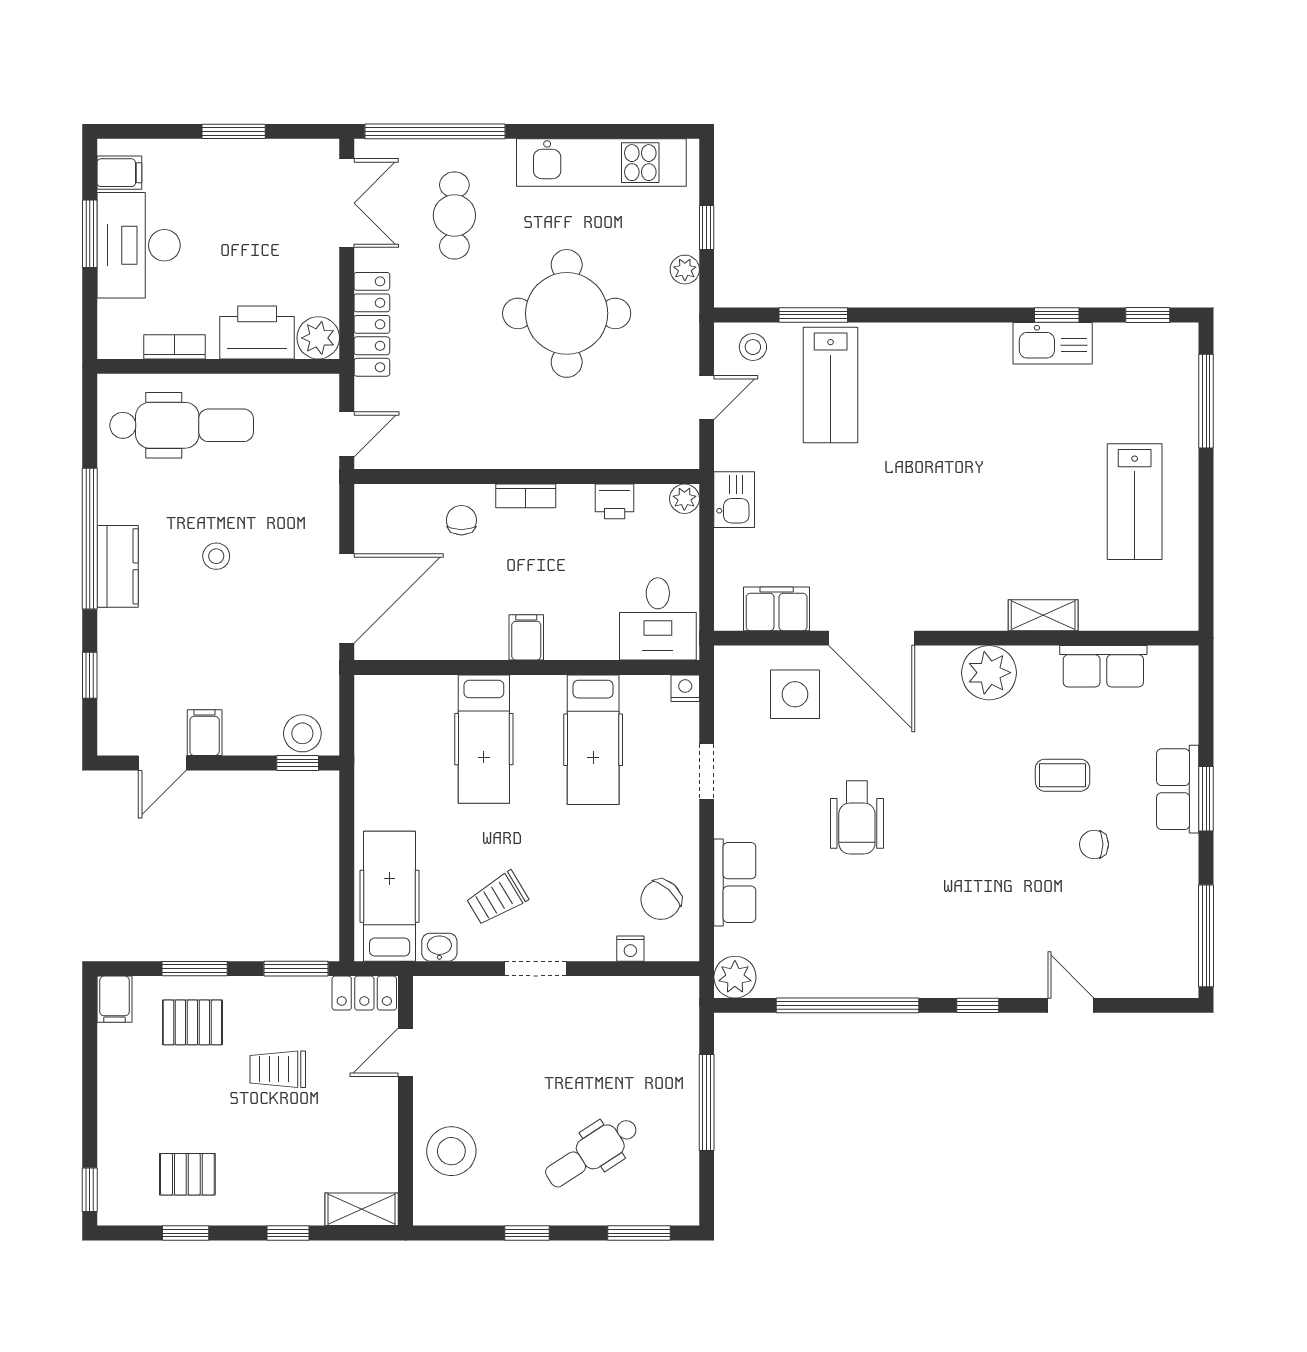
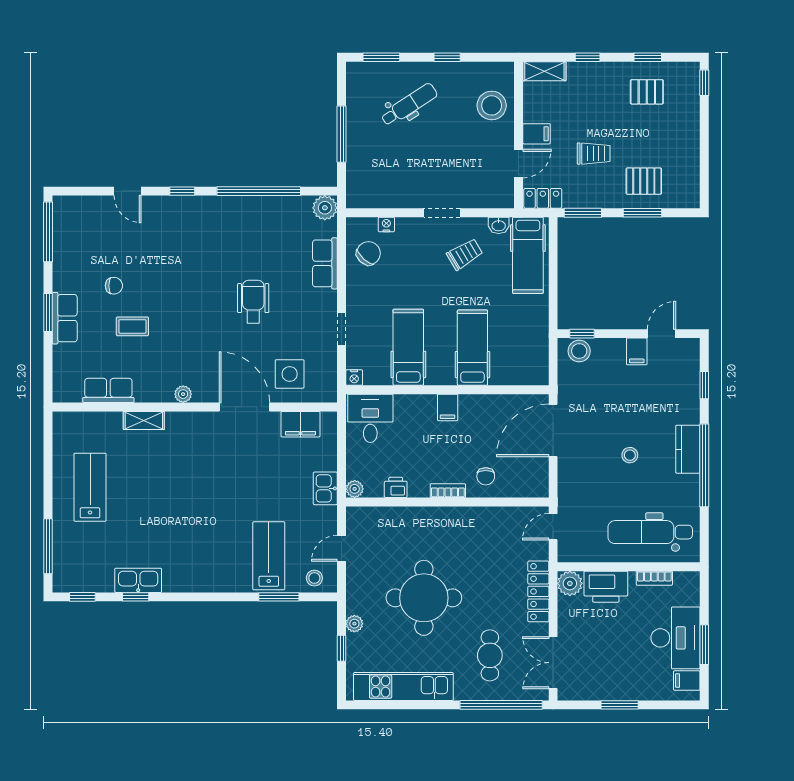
plant: (989, 673) -> (183, 394), width x0.53, depth x0.53
filing cabinet: (114, 999) -> (537, 134), moved, turned 90

